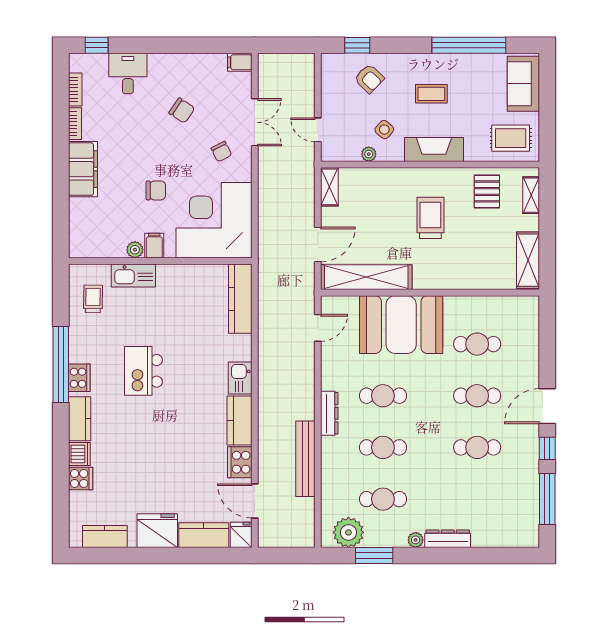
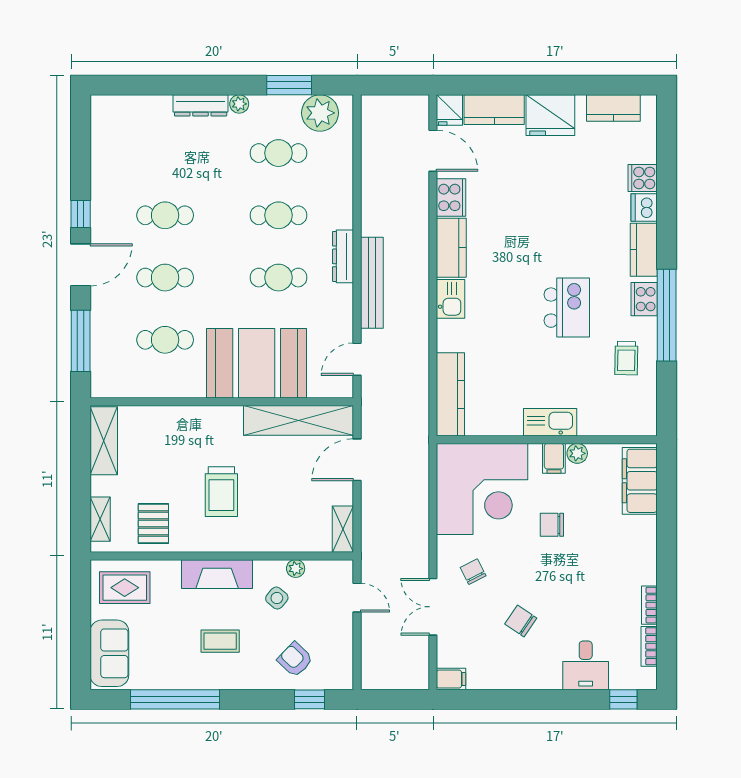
filing cabinet: (83, 169) -> (640, 481), moved
kitchen sink: (133, 276) -> (550, 422), moved
trolley: (93, 299) -> (626, 358), moved
bench: (305, 459) -> (372, 283), moved
window: (547, 499) -> (81, 341), moved

